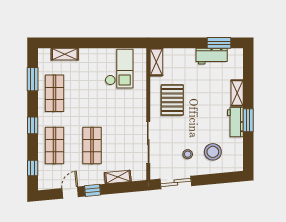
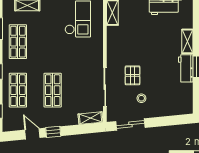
pallet: (172, 100) -> (133, 75), moved, width x0.67, depth x0.71
stool: (213, 152) -> (165, 96), removed
shelving: (118, 177) -> (90, 118), moved
door: (70, 193) -> (32, 134), hinge flipped

